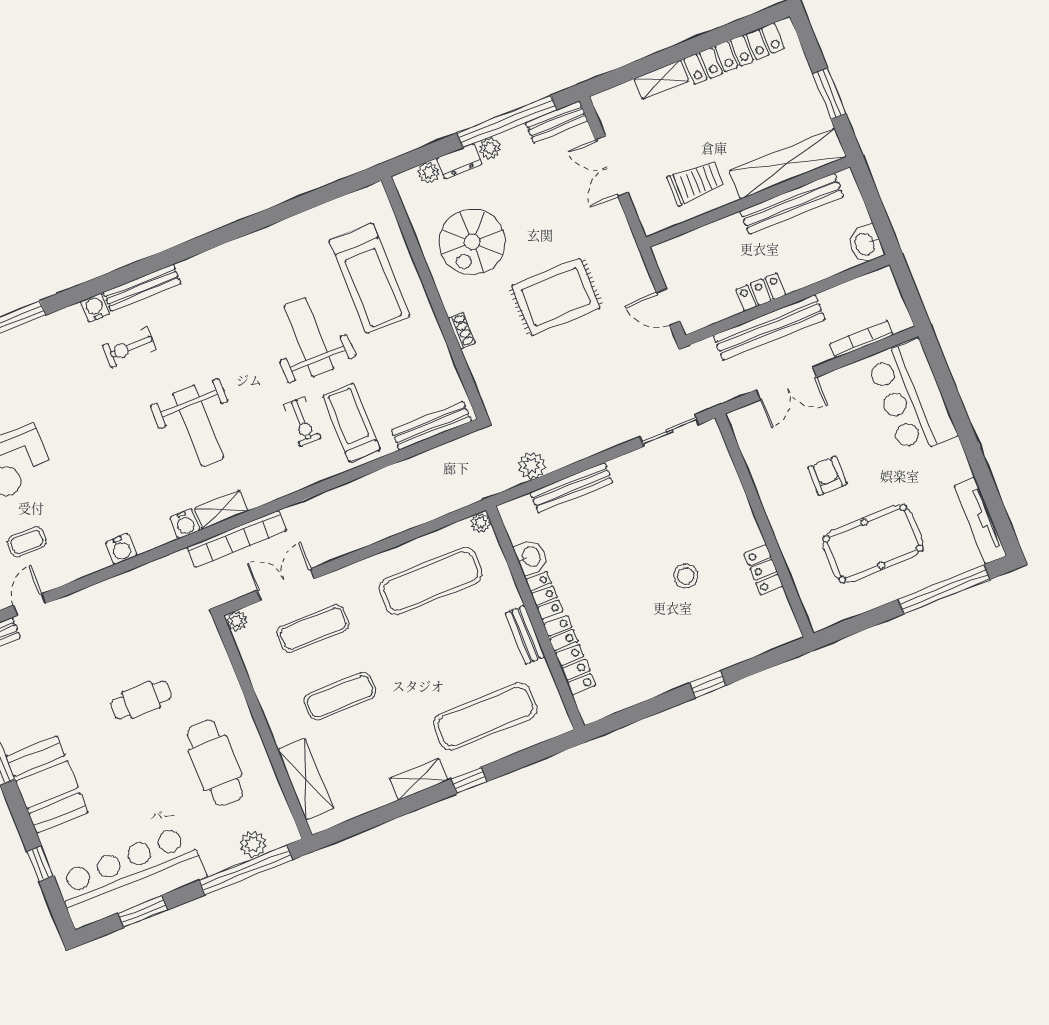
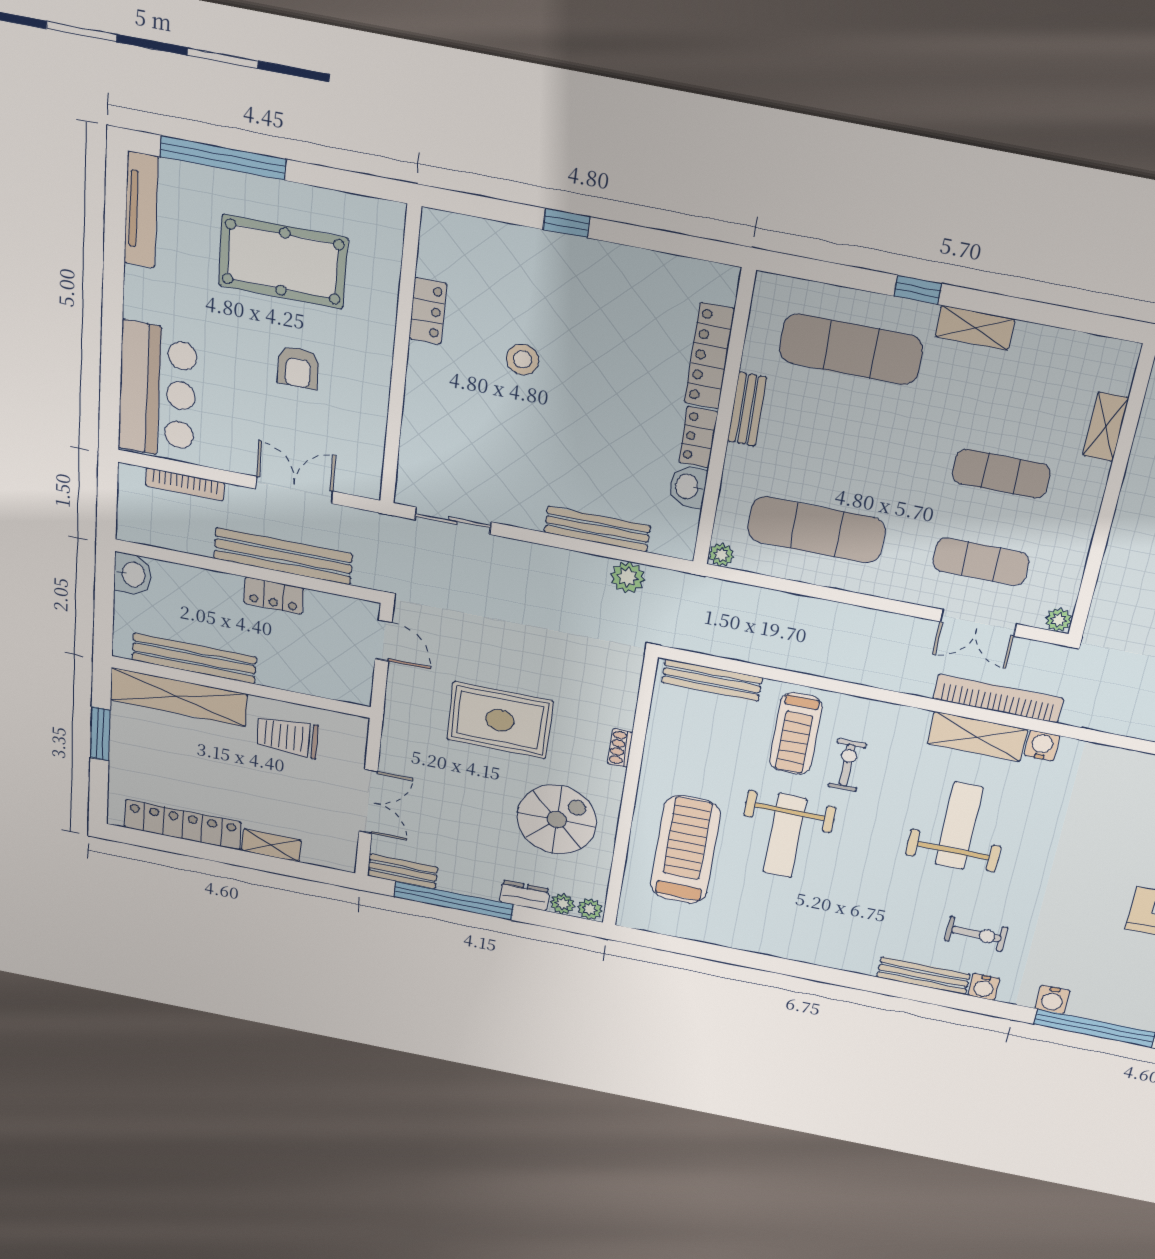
plant: (490, 148) -> (590, 909), moved
shelving: (221, 510) -> (977, 737), width x1.50, depth x1.33
water cooler: (121, 549) -> (1052, 1000), moved, turned 180
shelving: (306, 779) -> (1106, 427), width x0.67, depth x0.75

